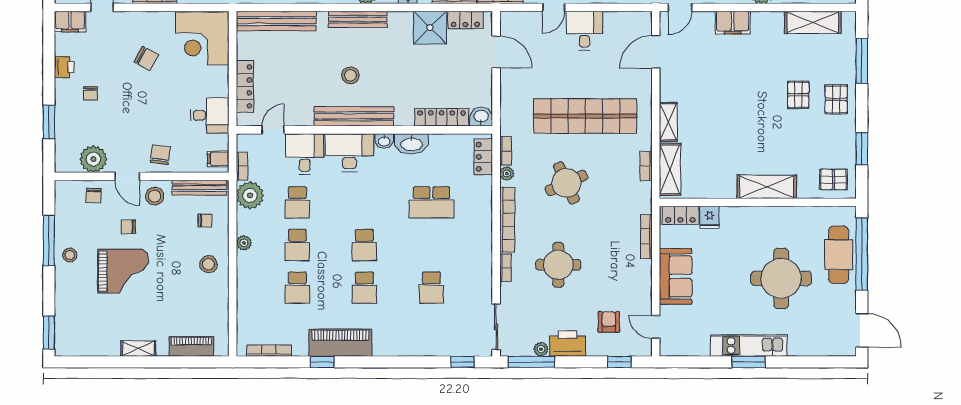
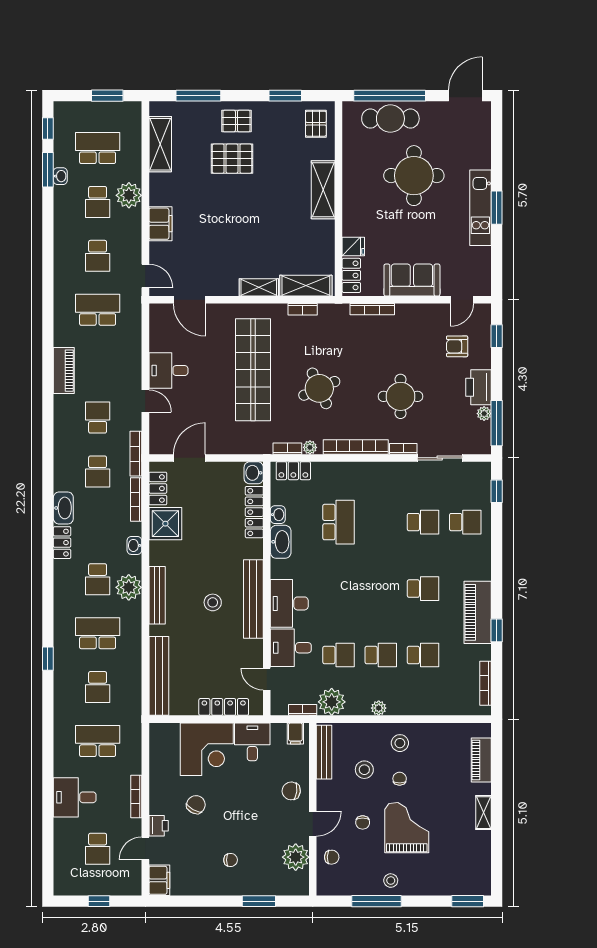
corner desk: (202, 38) -> (207, 749), moved
printer: (64, 67) -> (159, 826), moved, turned 90
pallet: (798, 95) -> (232, 159), width x1.50, depth x1.42
washbasin: (384, 141) -> (278, 515), moved
stool: (155, 196) -> (364, 770), moved
chair: (205, 220) -> (400, 779), moved
school desk: (364, 245) -> (465, 522), moved
sliding door: (496, 327) -> (440, 458), moved

